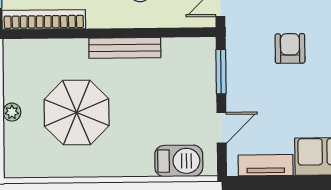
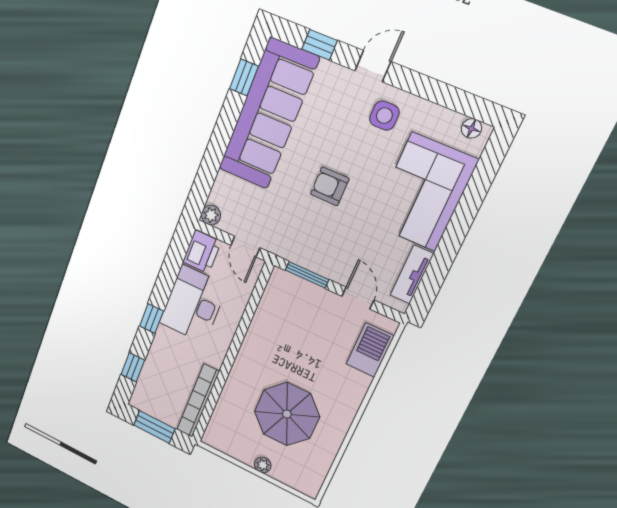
bench: (125, 48) -> (250, 347), removed
armchair: (290, 48) -> (330, 186), moved

